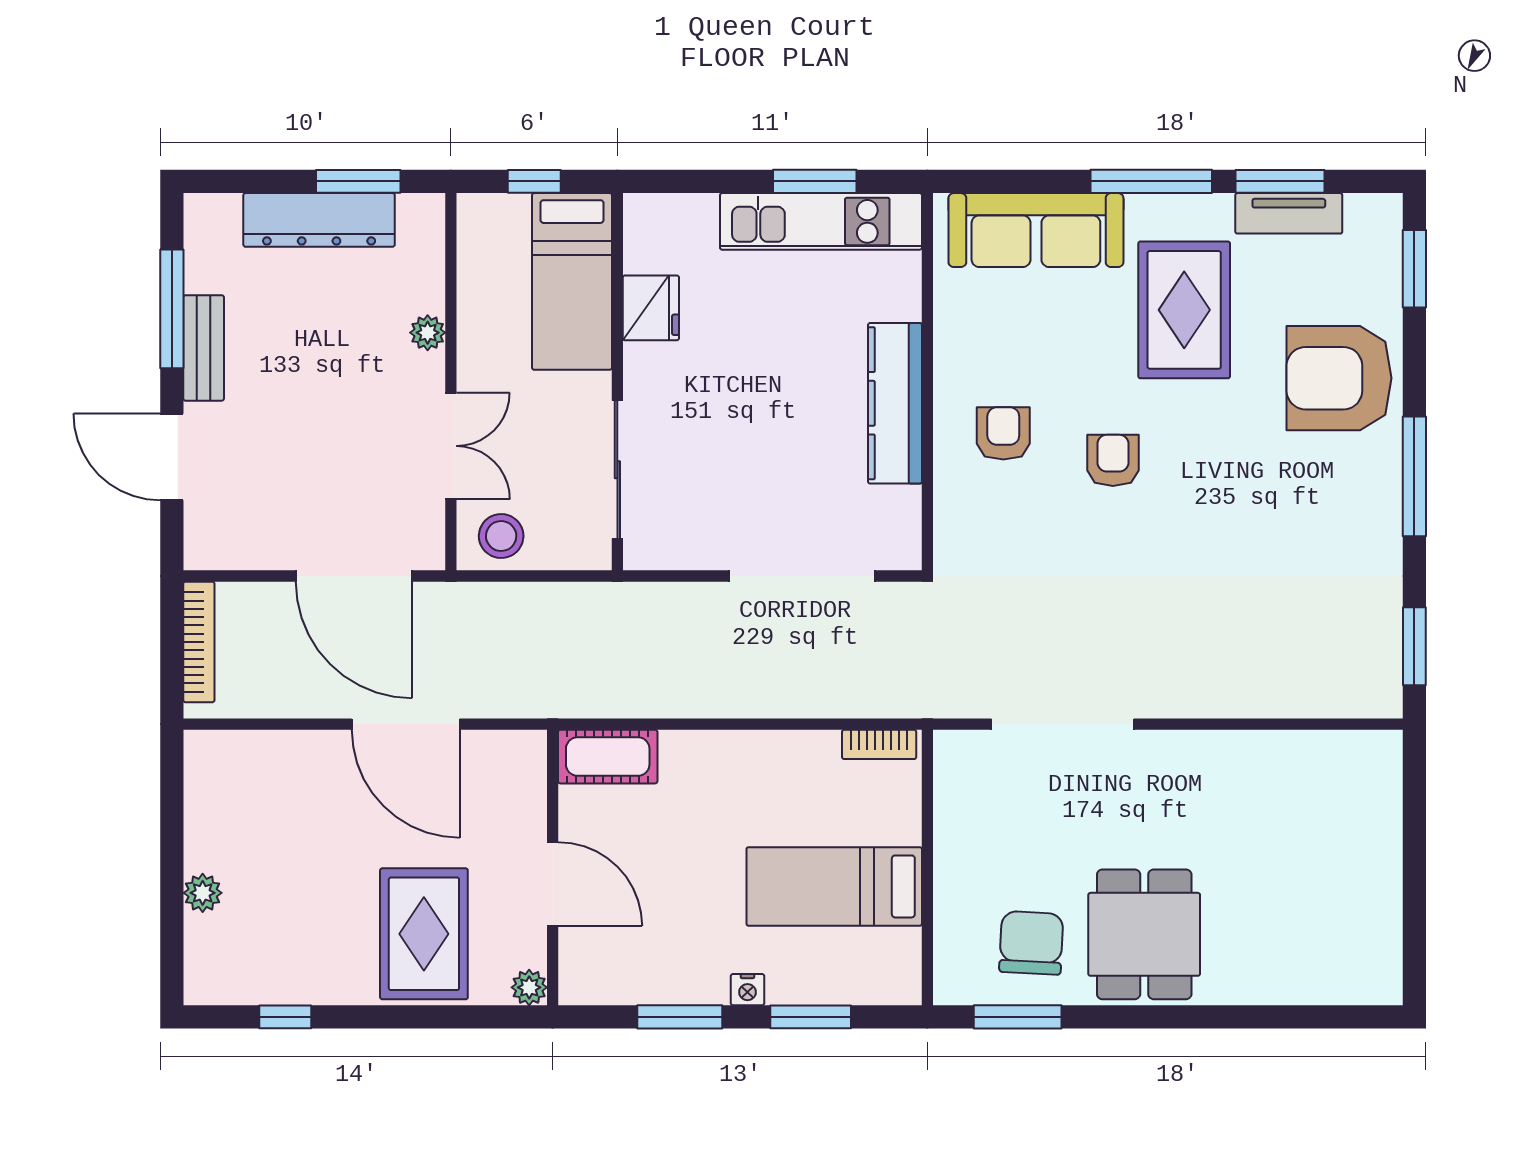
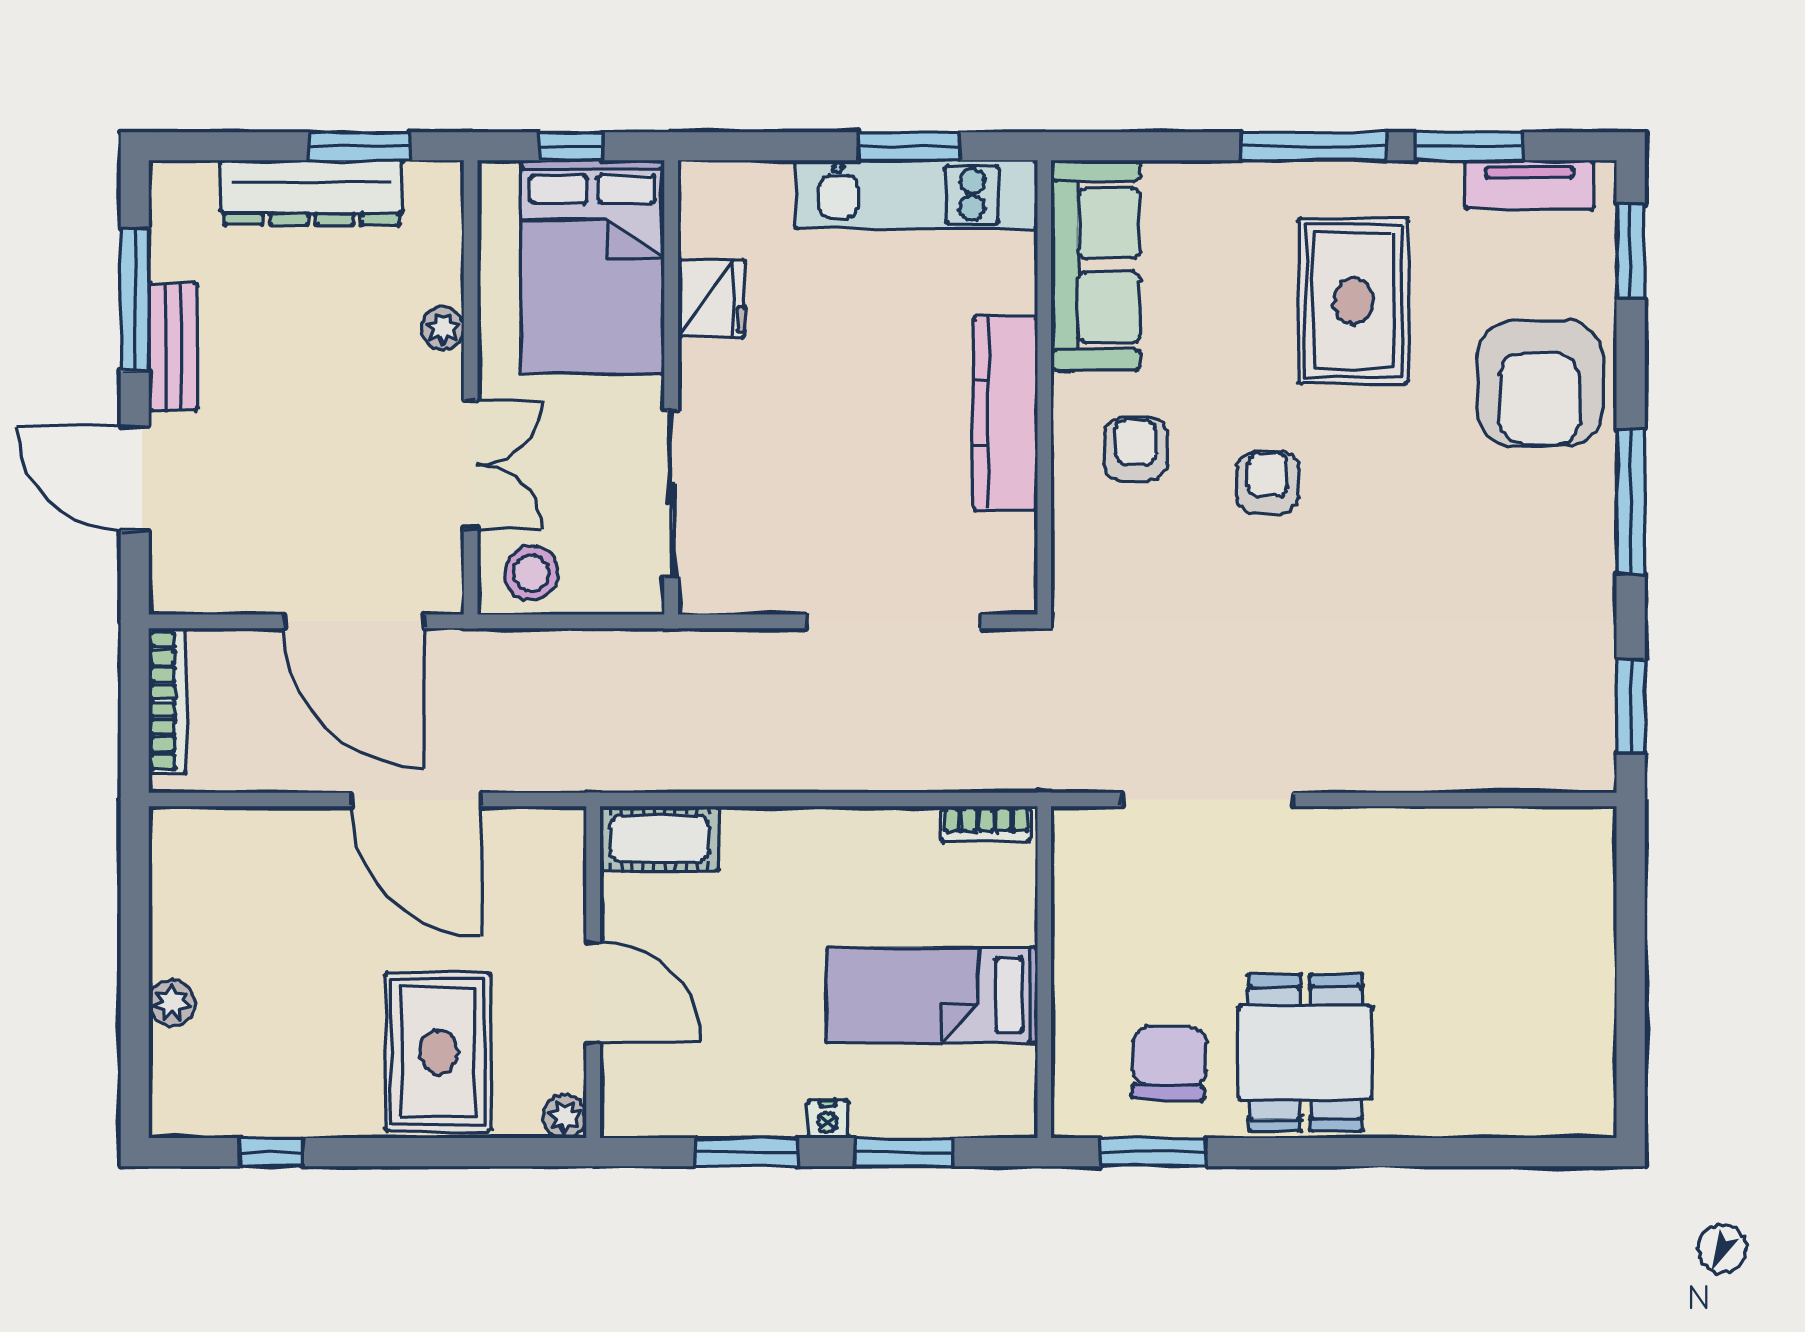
tv unit: (1289, 213) -> (1530, 185), moved
sofa: (1036, 230) -> (1096, 265), moved, turned -90
bed: (572, 281) -> (593, 267), width x1.50
armchair: (1339, 378) -> (1540, 383), turned -90

